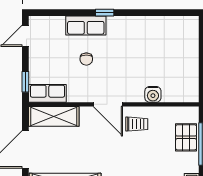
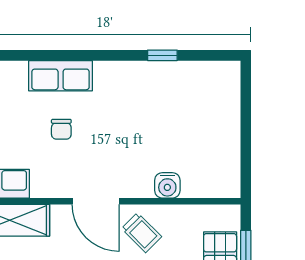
window: (105, 13) -> (162, 55), moved
trolley: (137, 124) -> (142, 233), turned 45

